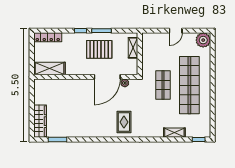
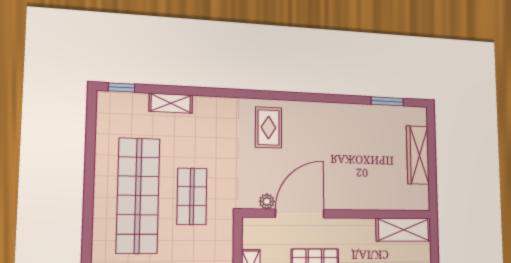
wardrobe: (40, 121) -> (418, 155), moved

